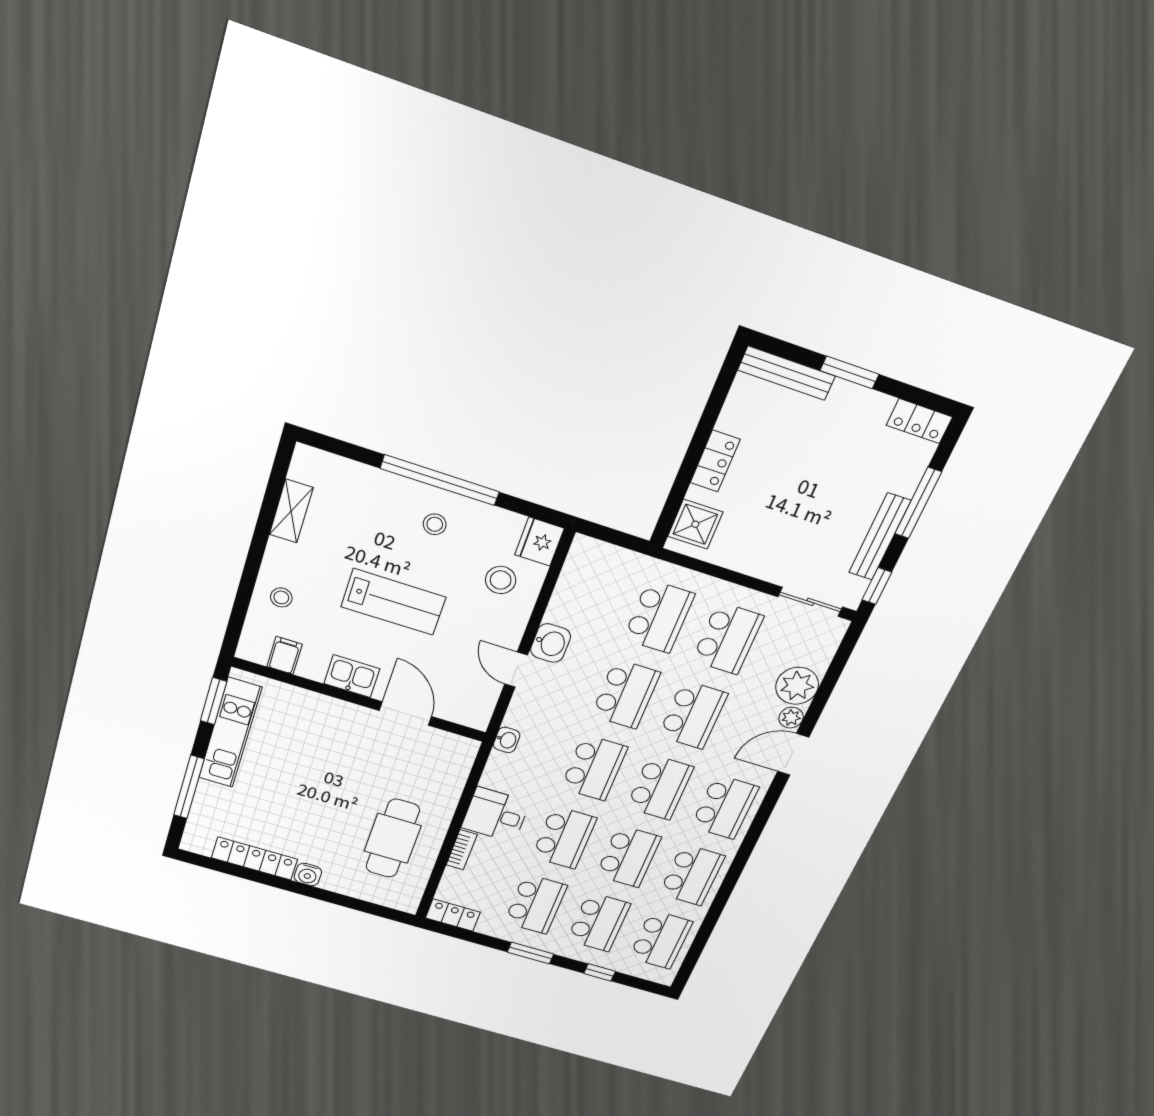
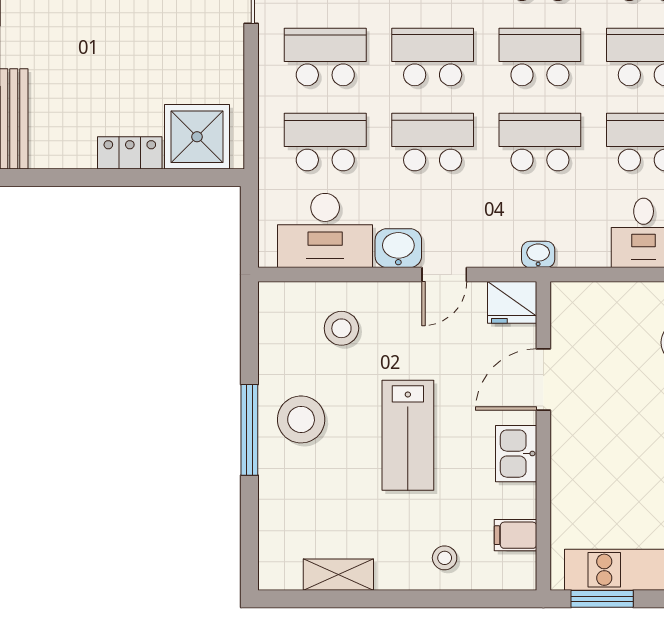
window: (440, 480) -> (249, 430), width x0.68
stool: (435, 524) -> (301, 419), width x1.89, depth x1.89
shower: (695, 524) -> (197, 137), width x1.36, depth x1.36
fridge: (539, 542) -> (512, 302), moved
desk: (587, 593) -> (325, 230), added
lab bench: (393, 602) -> (408, 435), turned 180

